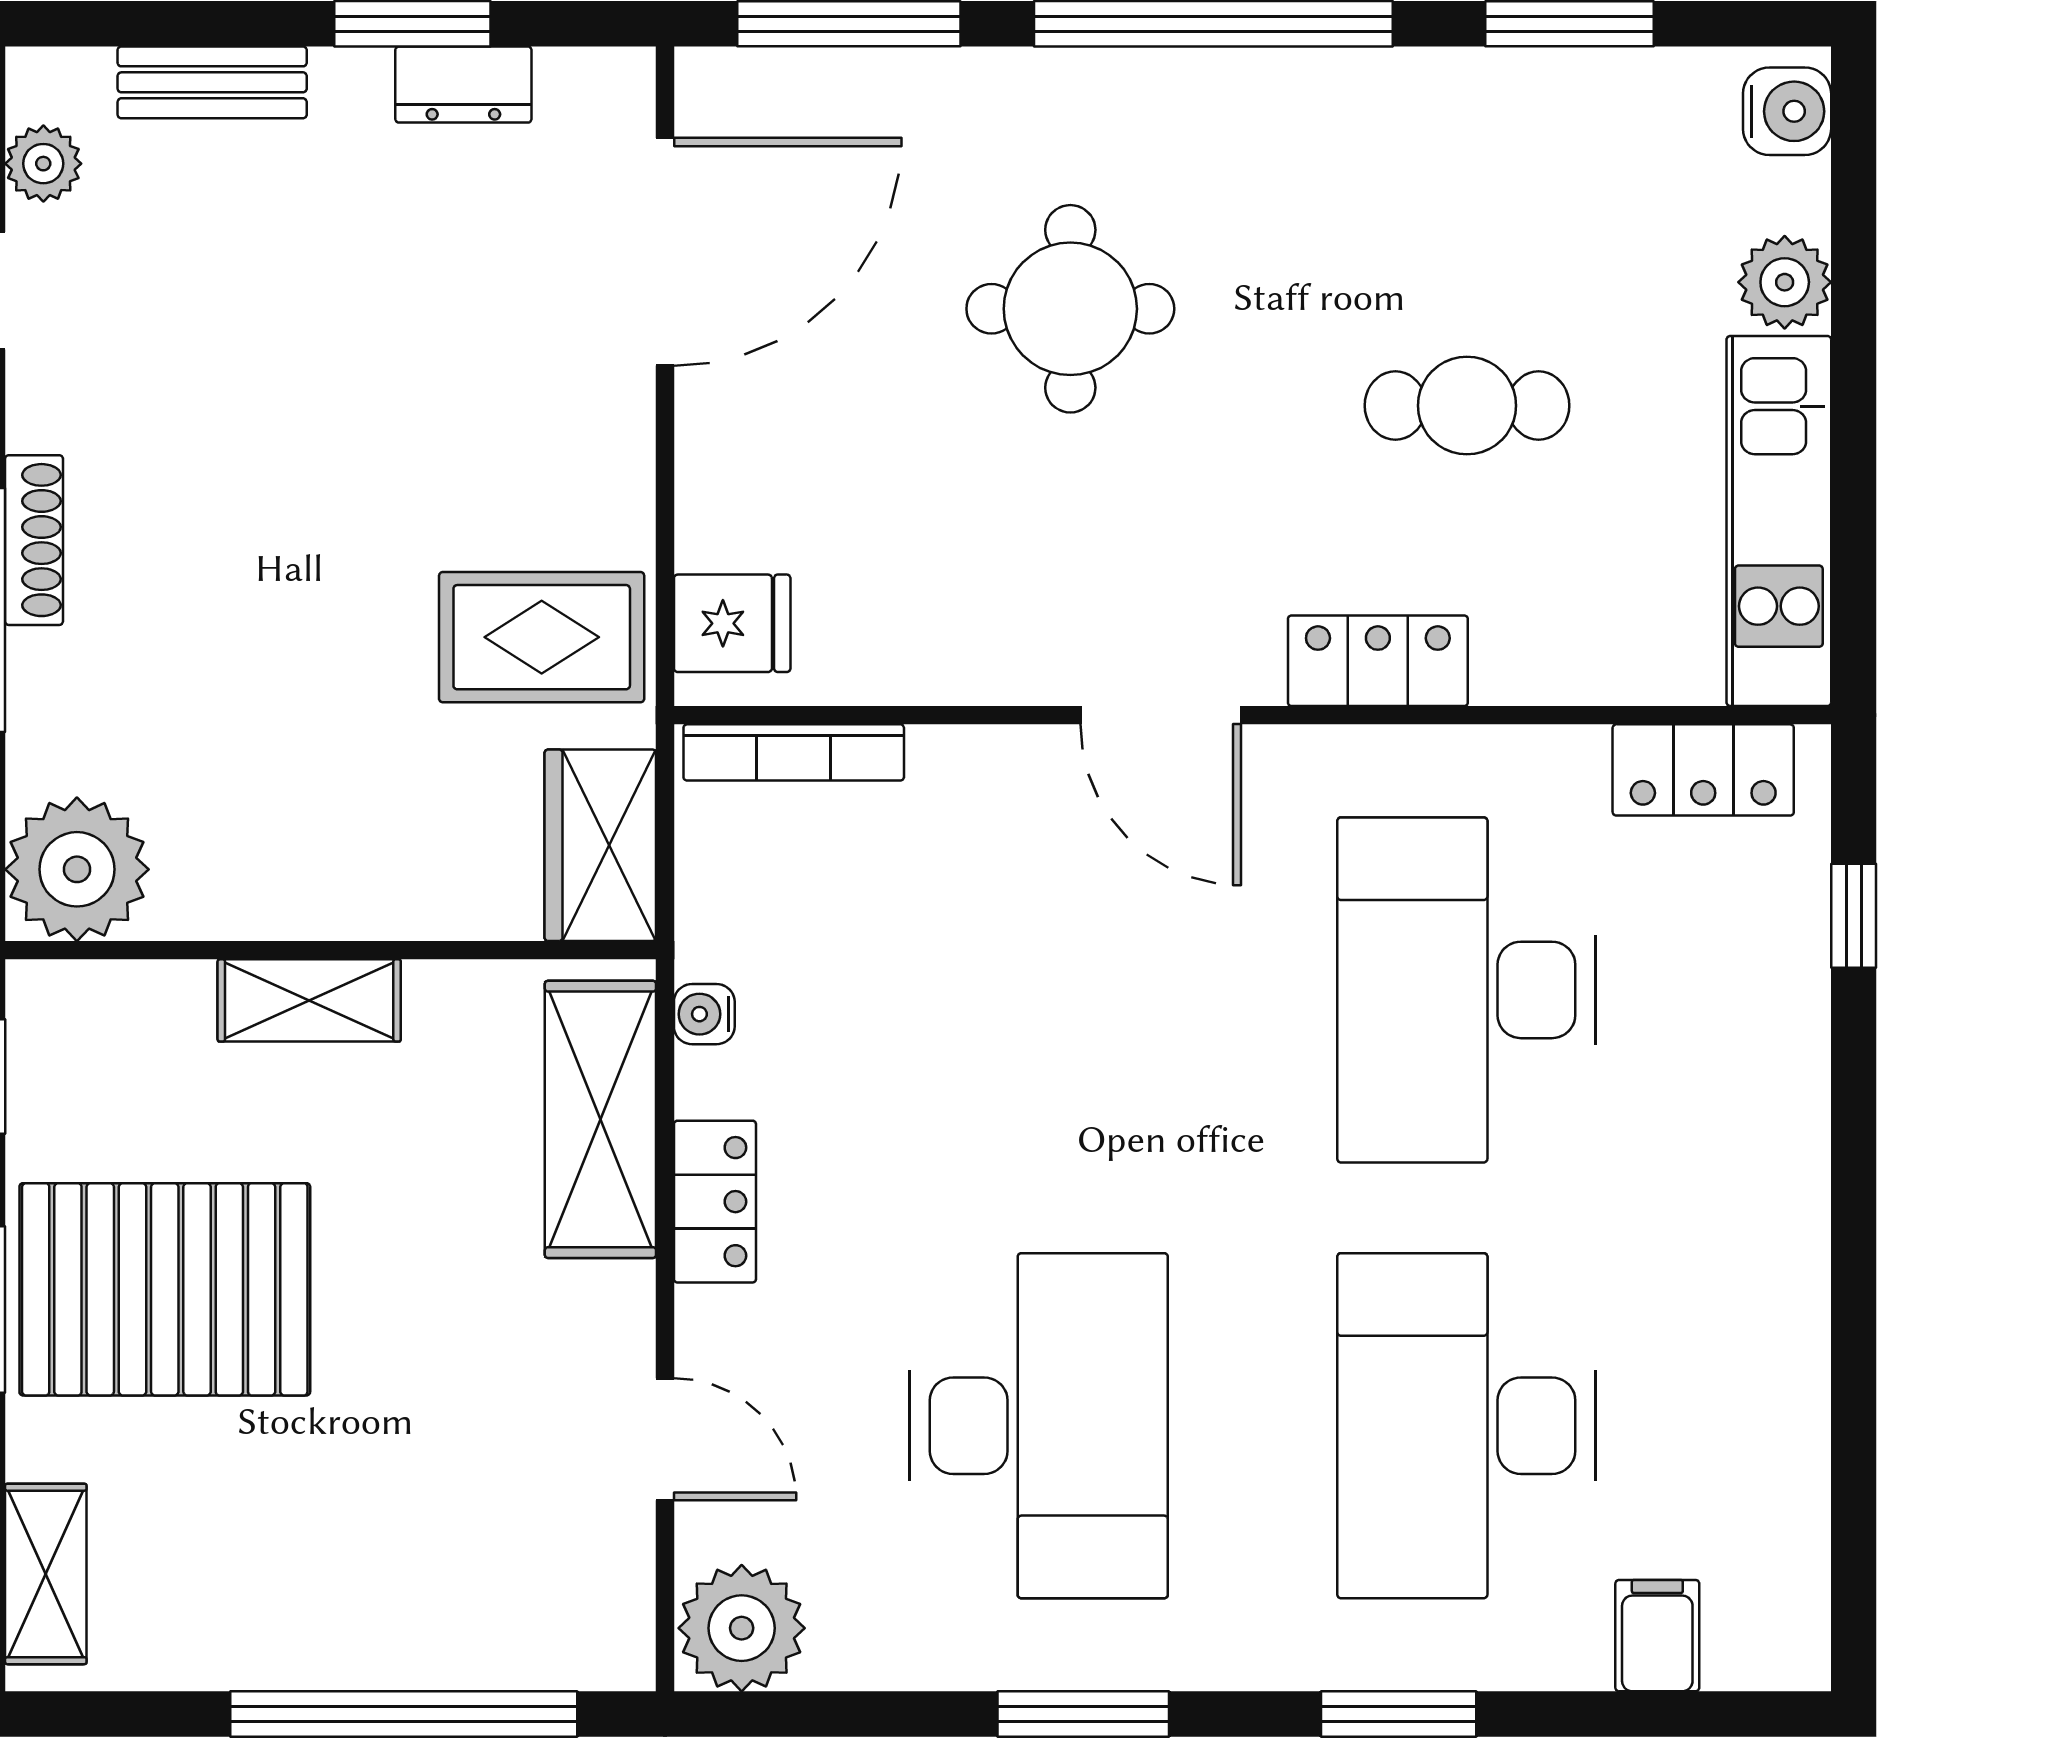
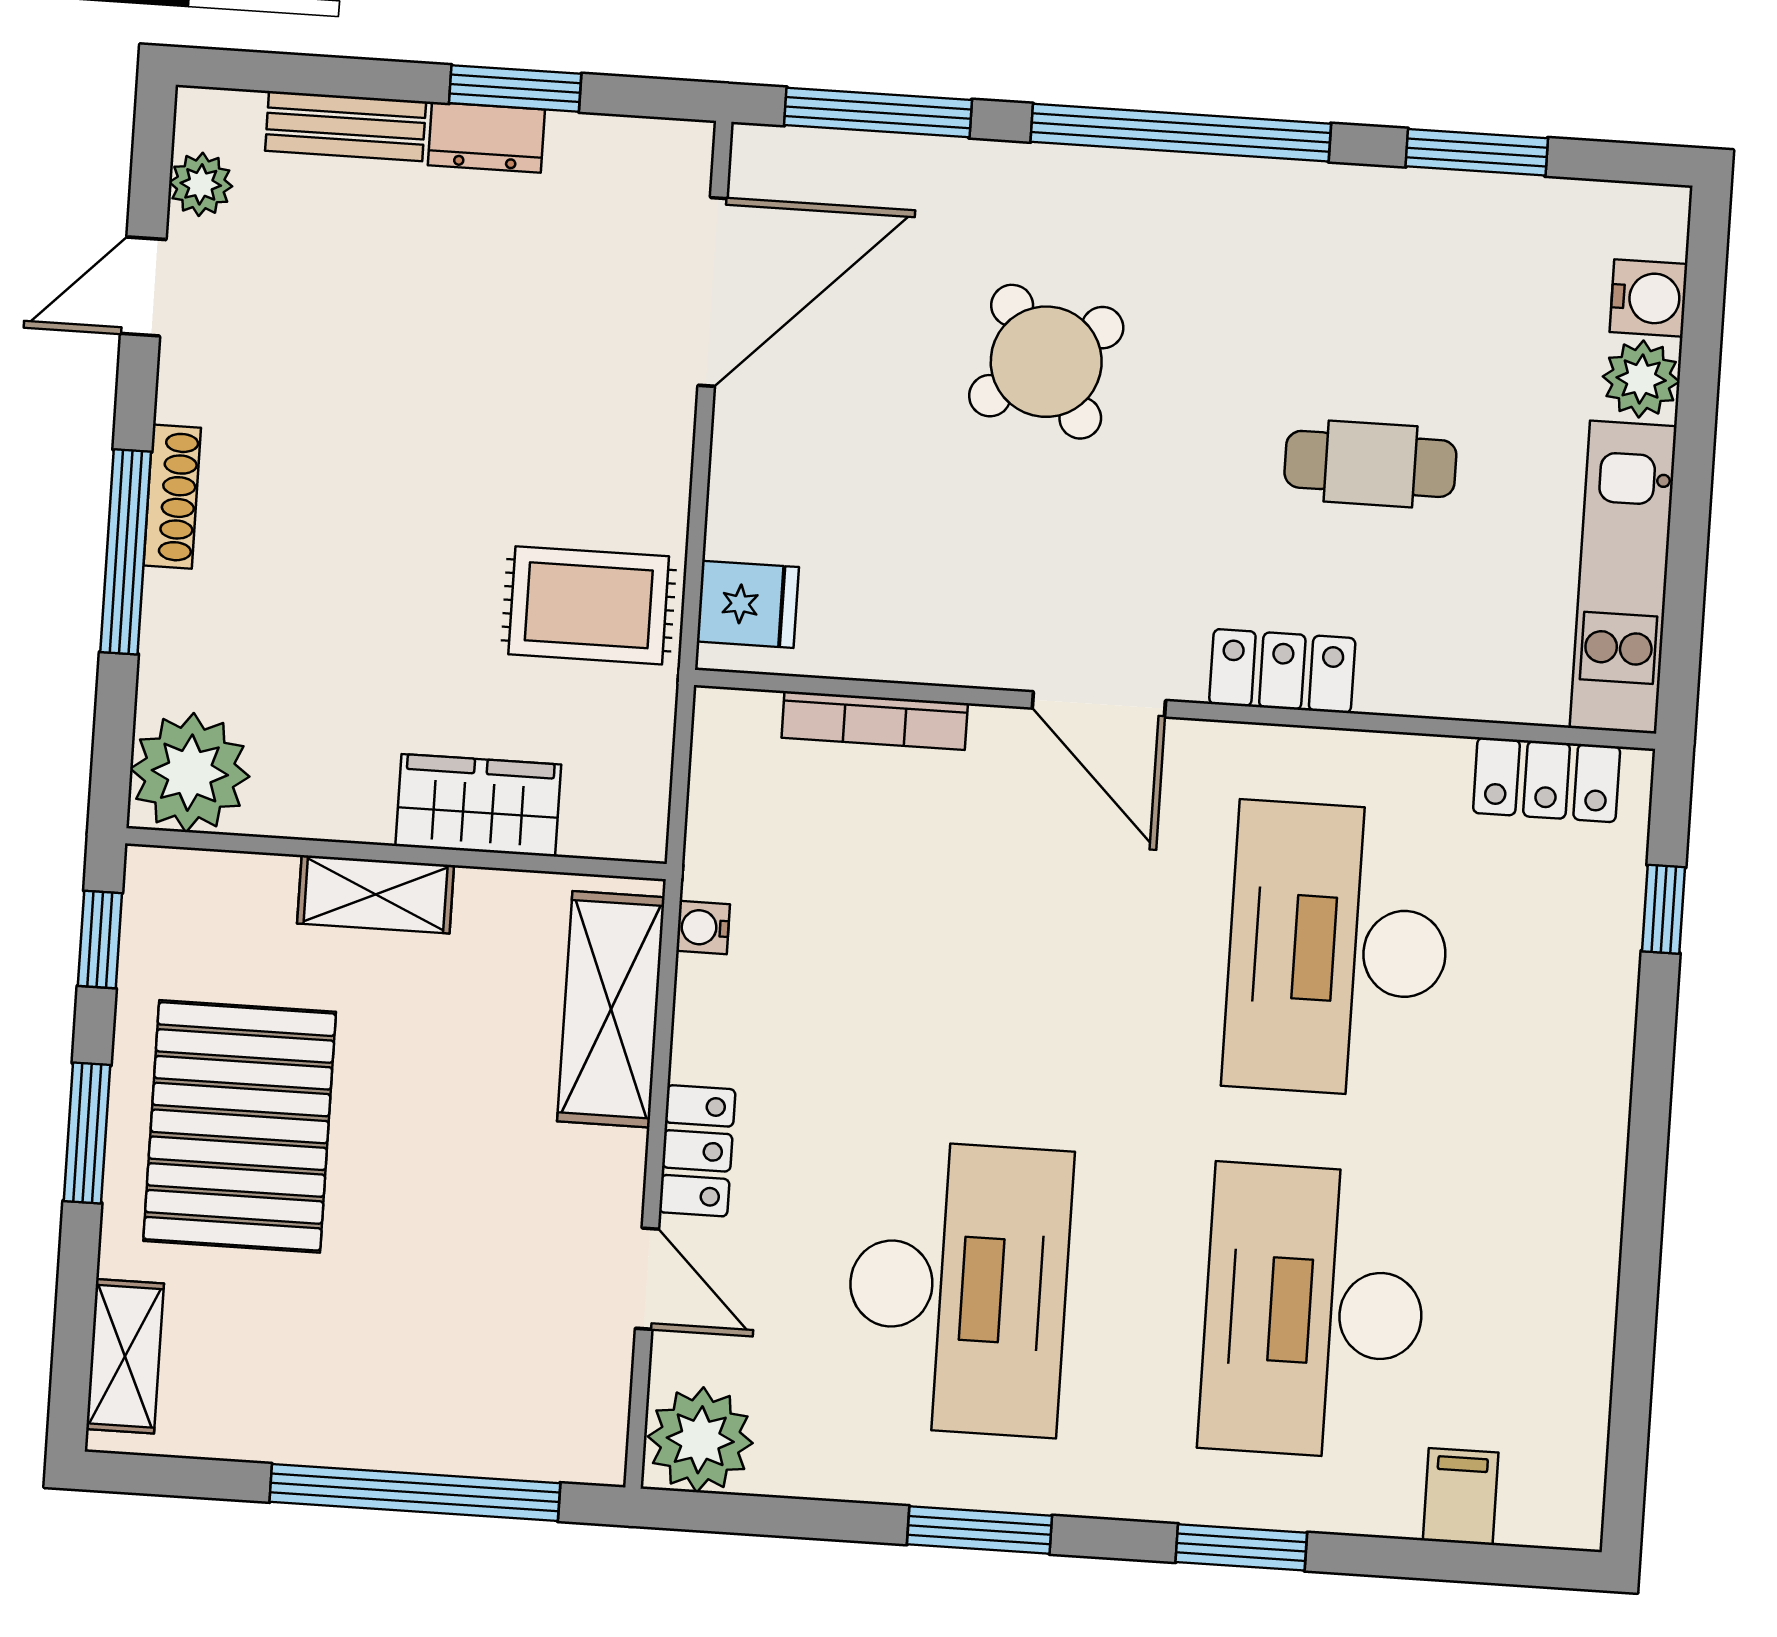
dresser: (463, 85) -> (486, 137), moved
water cooler: (1787, 111) -> (1649, 298), moved
round table: (1070, 309) -> (1046, 362), turned -35
bookcase: (794, 752) -> (875, 721), moved
wardrobe: (600, 845) -> (478, 805), moved, turned 90
locker: (715, 1202) -> (697, 1151), moved
pallet: (165, 1289) -> (240, 1126), turned 90

